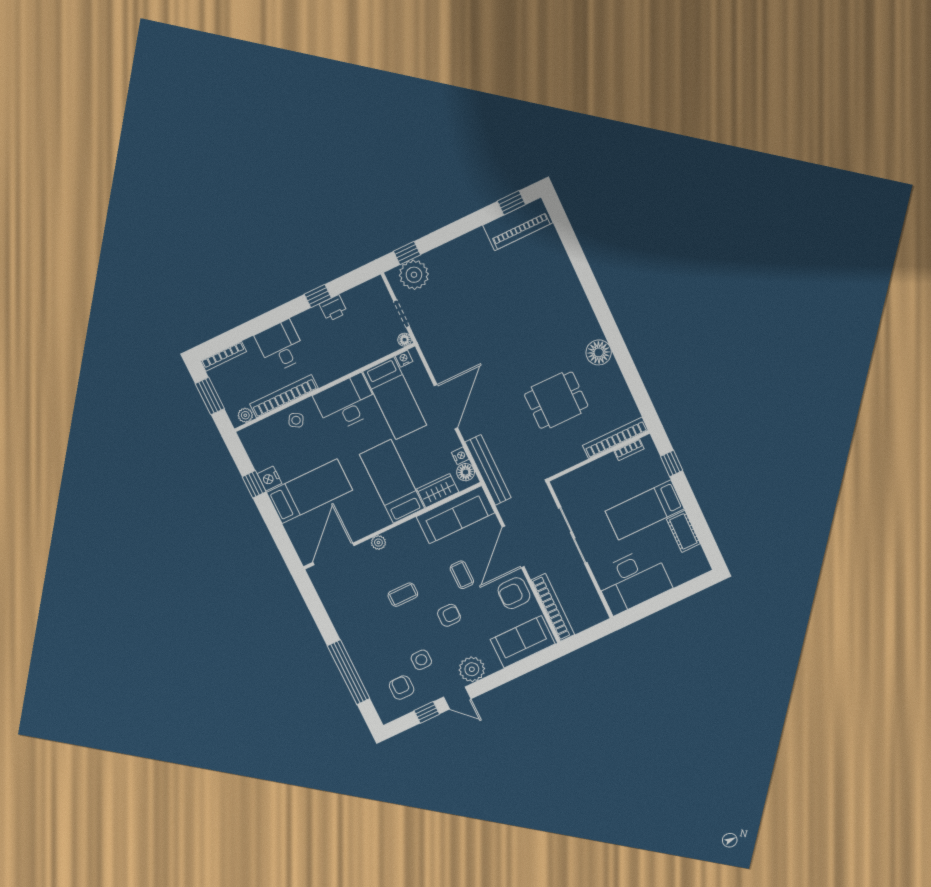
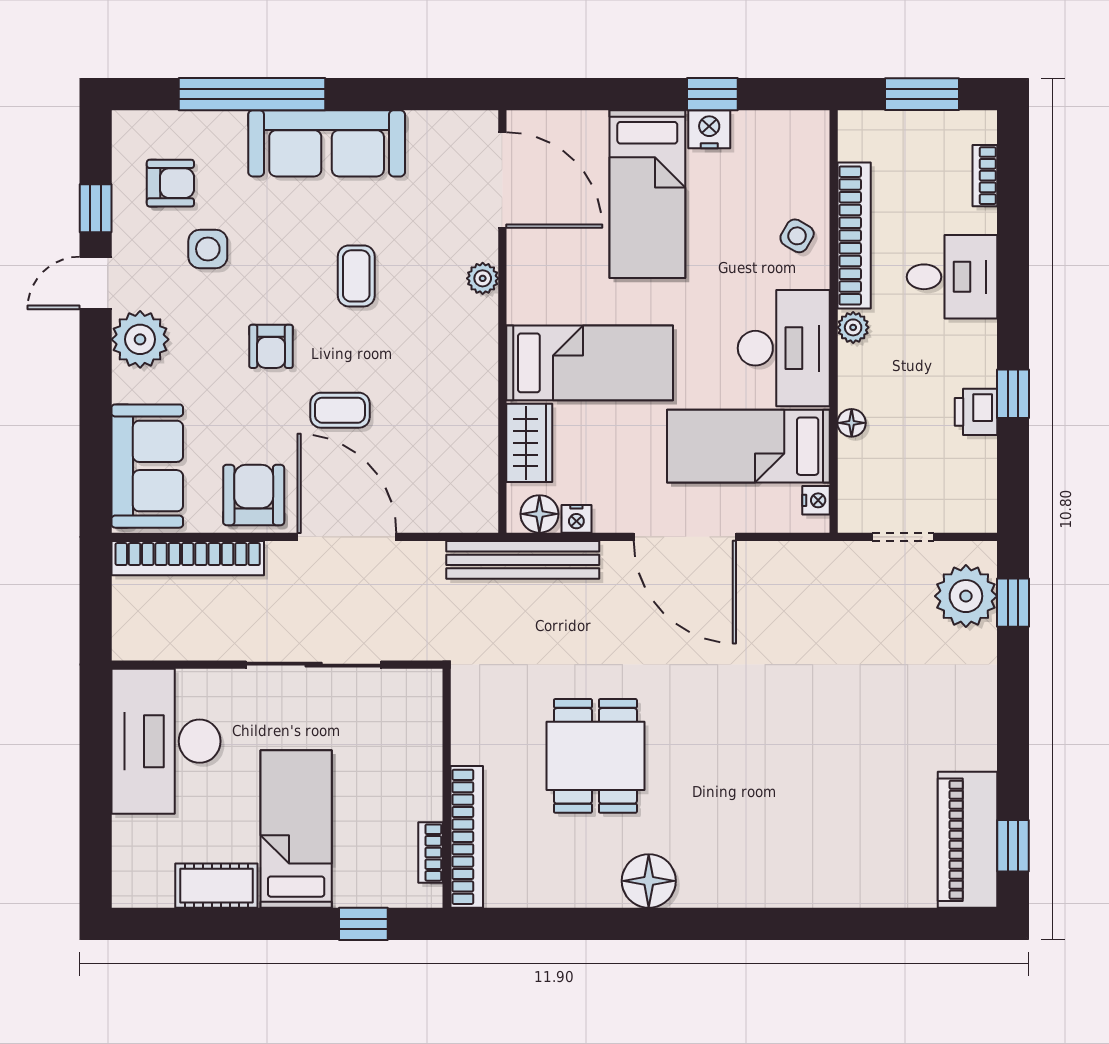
floor lamp: (405, 340) -> (852, 423), moved
bookcase: (224, 356) -> (985, 176), width x0.64
plant: (245, 415) -> (853, 327), moved
sofa: (456, 515) -> (327, 143), moved, turned -90

